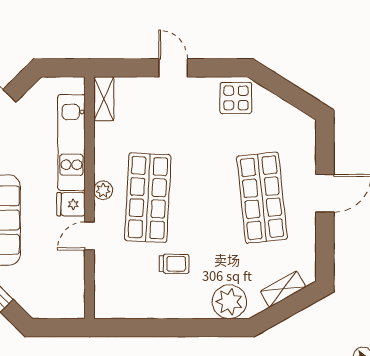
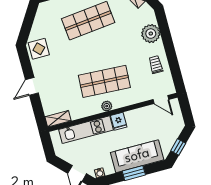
door: (89, 236) -> (161, 99), moved
trolley: (174, 264) -> (156, 65), moved
plant: (229, 302) -> (151, 34), moved

